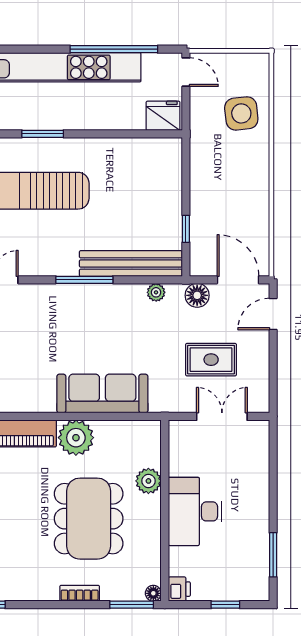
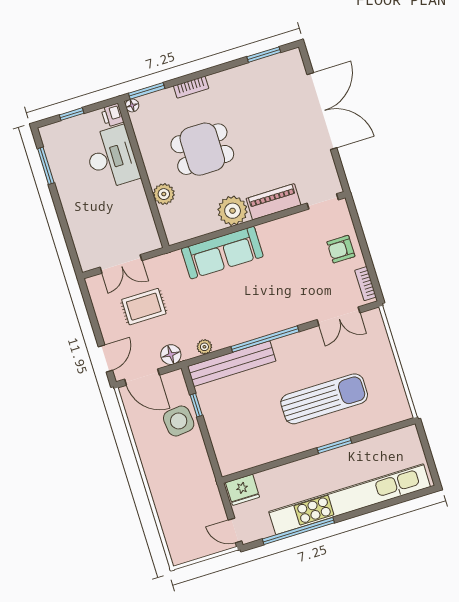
side table: (241, 113) -> (179, 421), moved
window: (84, 280) -> (265, 339), width x1.46
desk: (195, 511) -> (112, 157), moved
dining table: (89, 519) -> (202, 149), width x0.73

